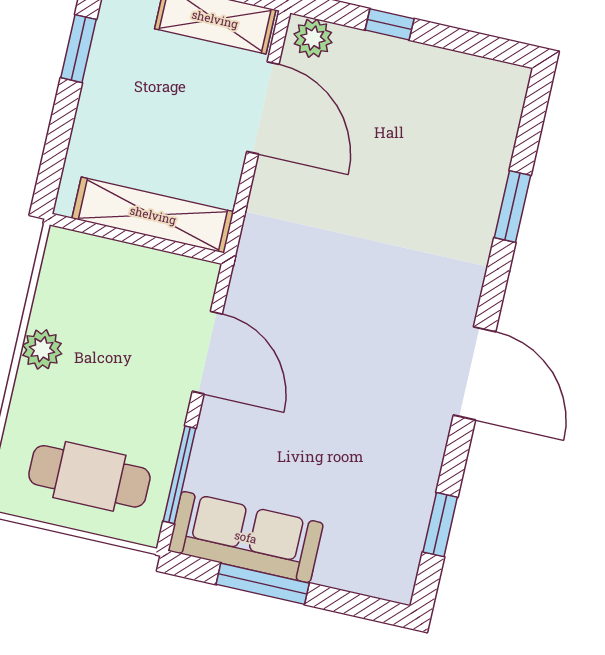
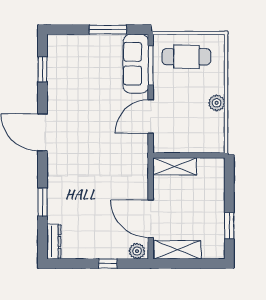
dresser: (507, 106) -> (54, 241), added
shelving: (153, 215) -> (175, 166), width x0.68
door: (207, 353) -> (151, 117), hinge flipped
sofa: (246, 537) -> (136, 64), moved, turned 90

